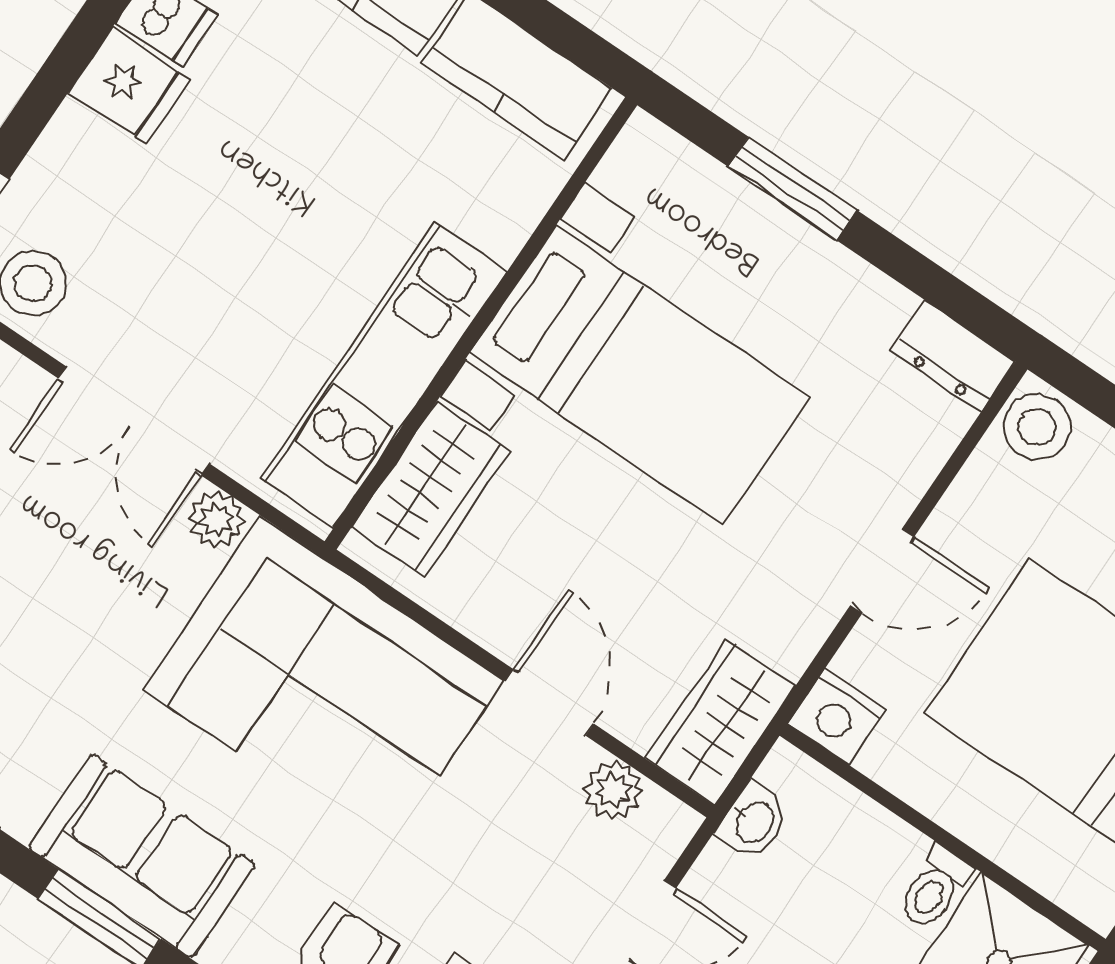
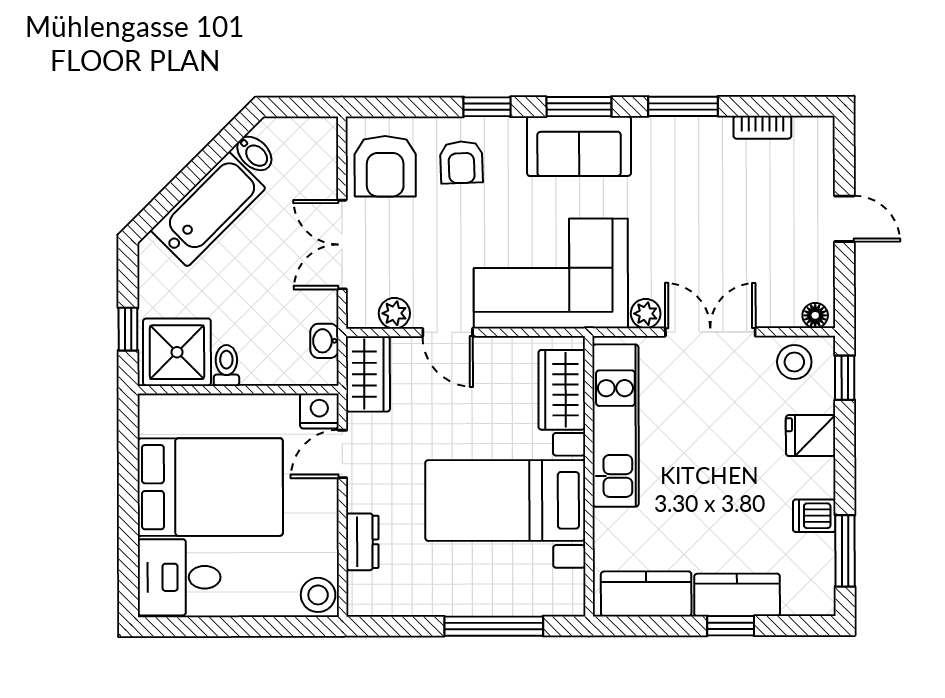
fridge: (129, 86) -> (811, 435), moved
window: (793, 188) -> (494, 626), width x1.44
dresser: (953, 356) -> (362, 542), moved, turned 90
door: (882, 571) -> (342, 454), moved

